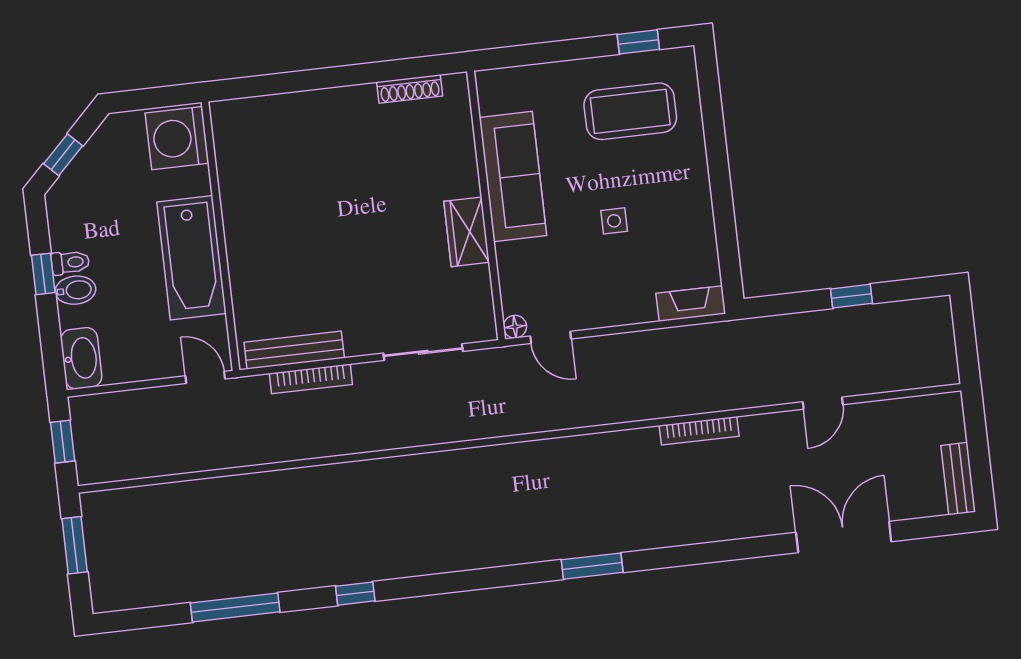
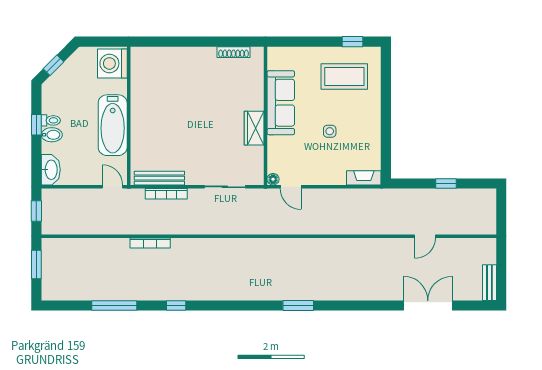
bookcase: (699, 431) -> (150, 243), moved

